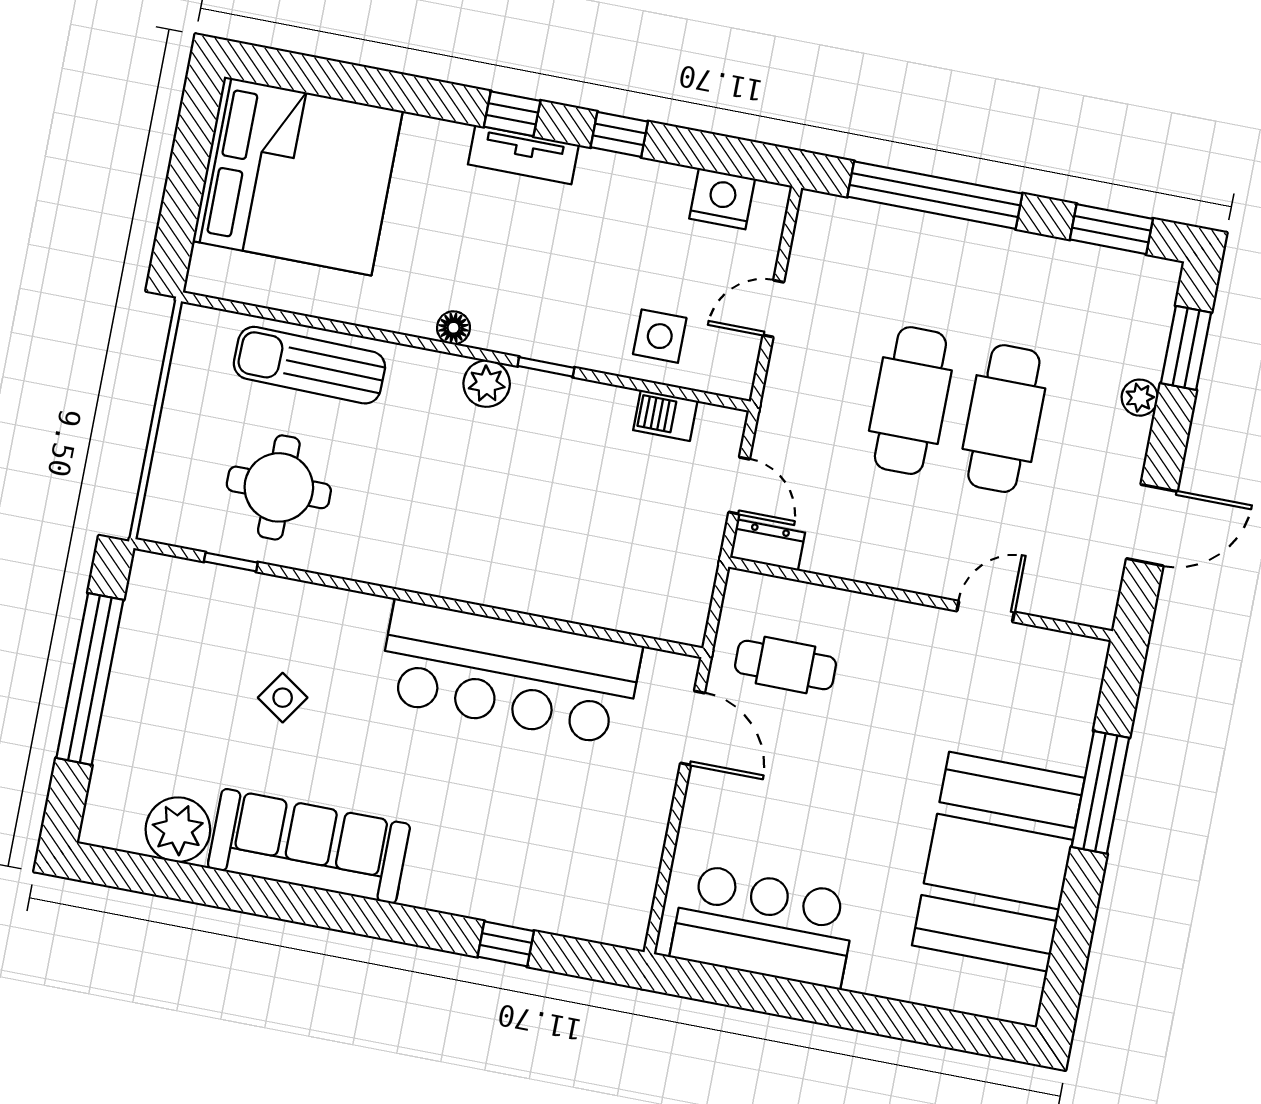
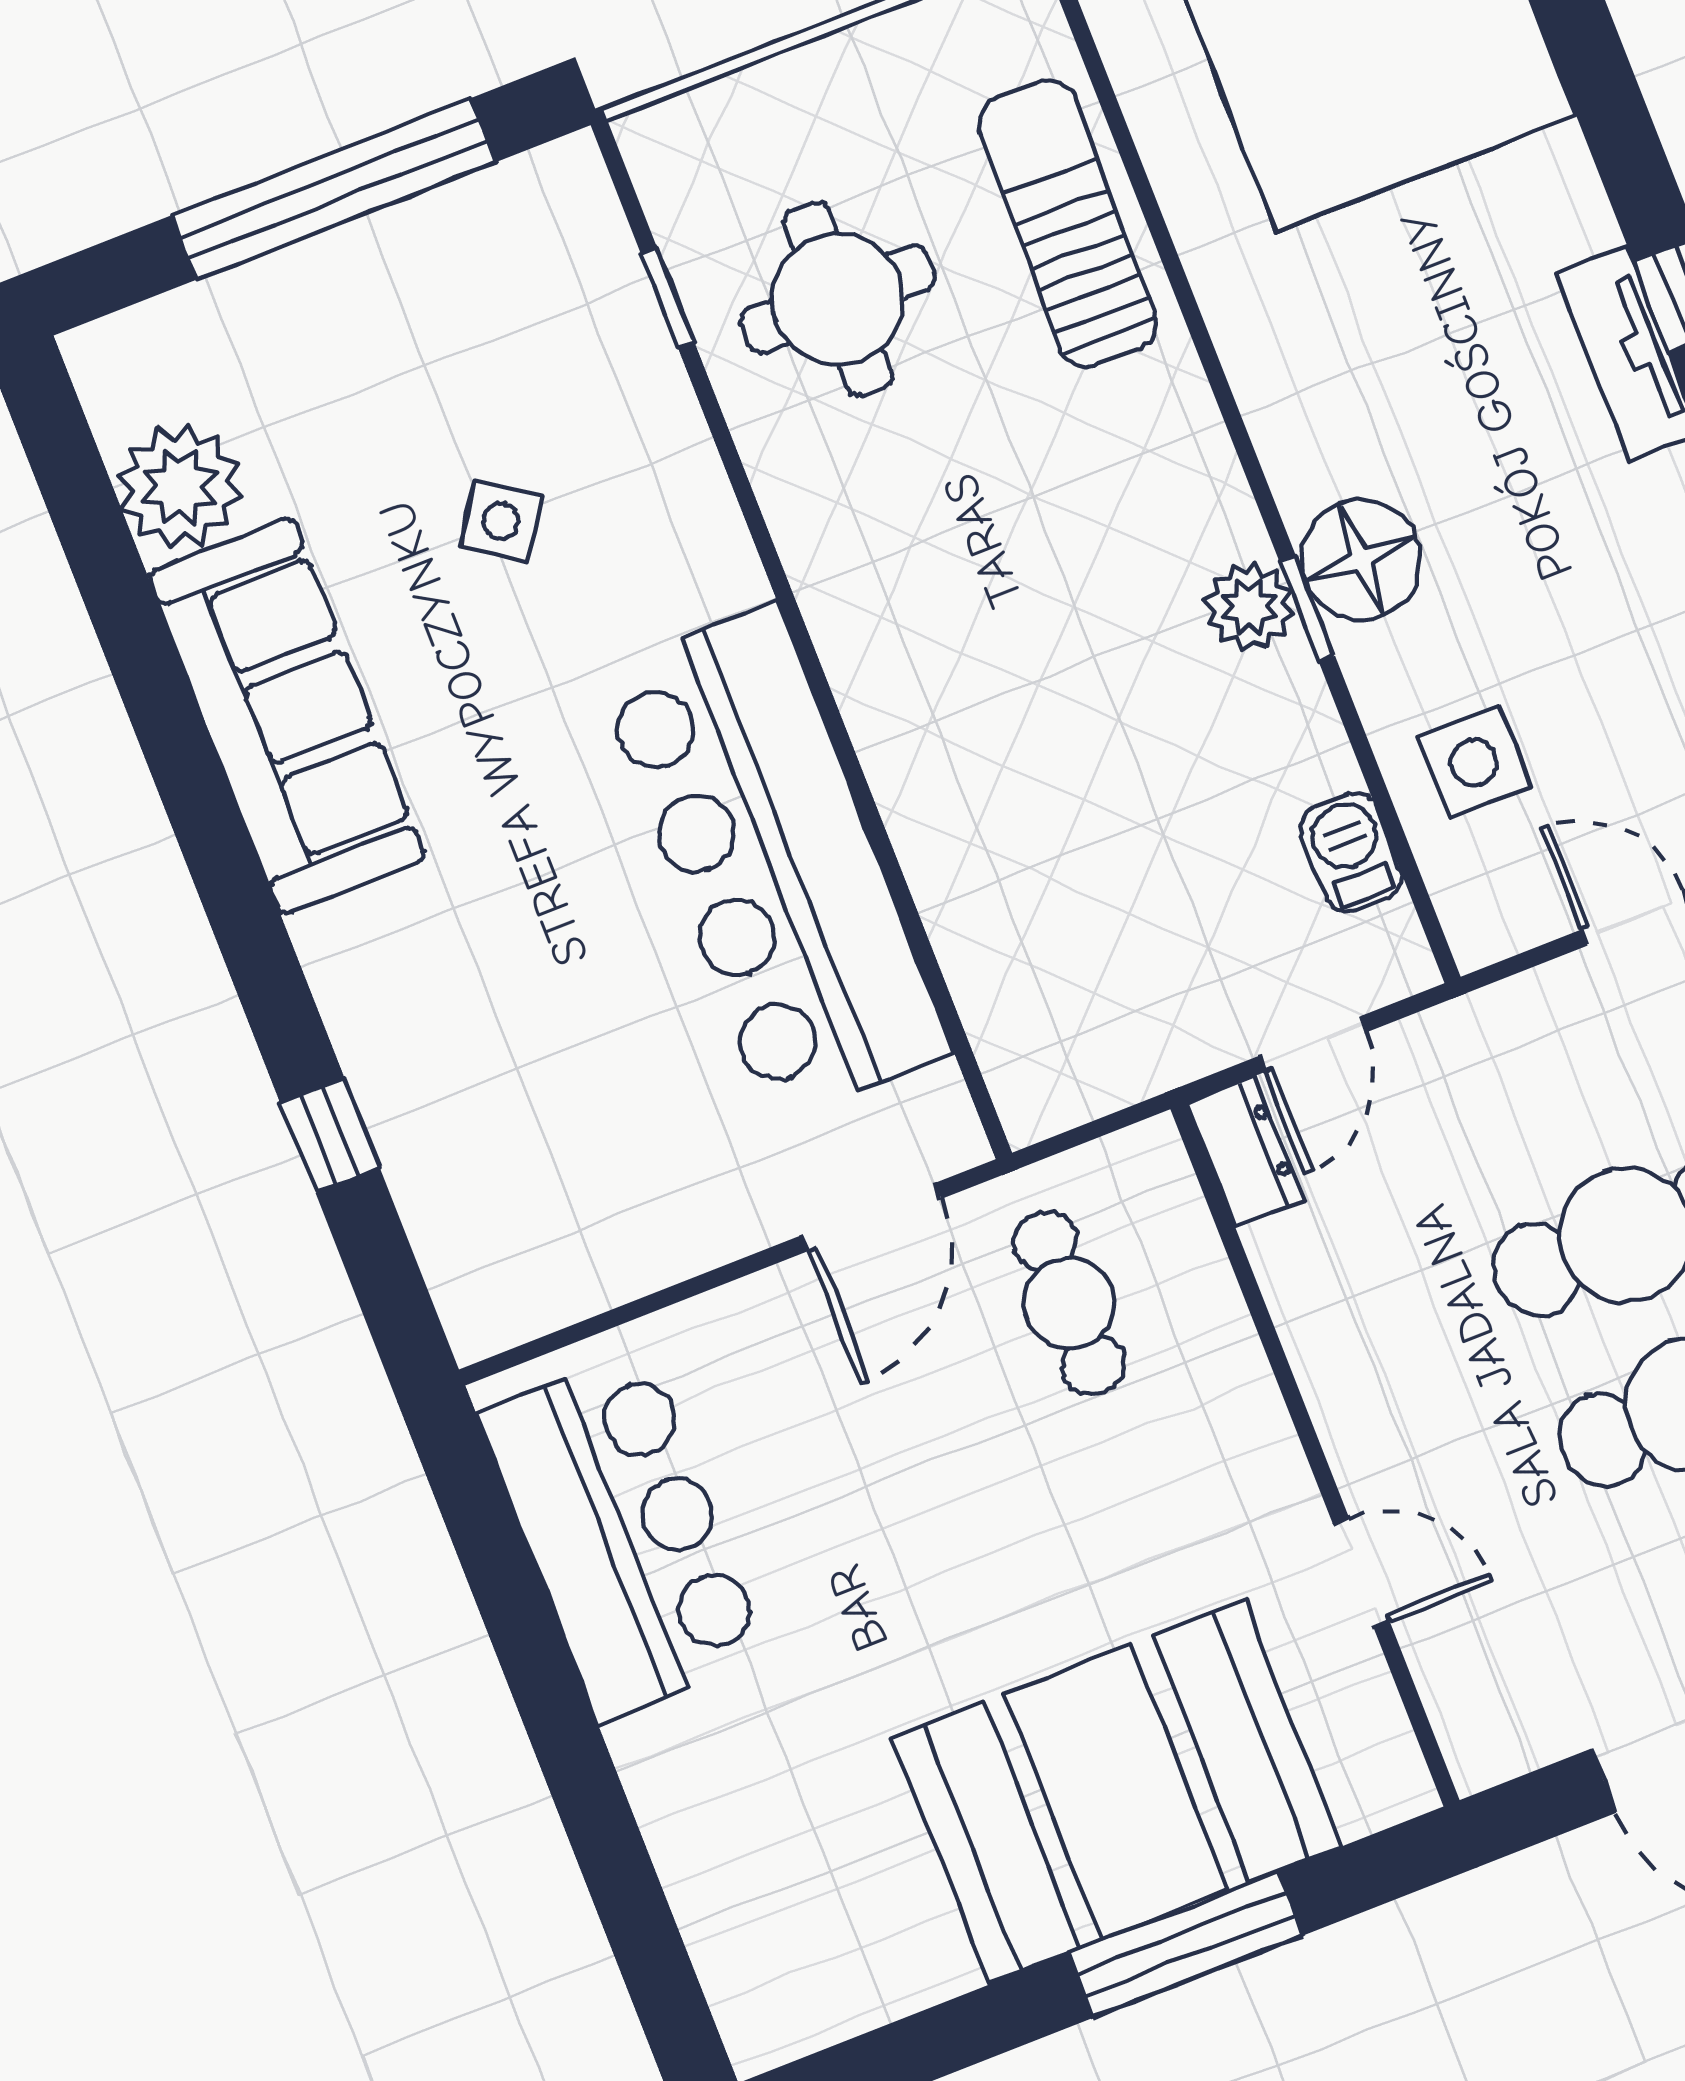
floor lamp: (453, 328) -> (1361, 560), moved, width x1.89, depth x1.89
plant: (487, 384) -> (1249, 607), moved
booth: (998, 862) -> (1117, 1792), moved

